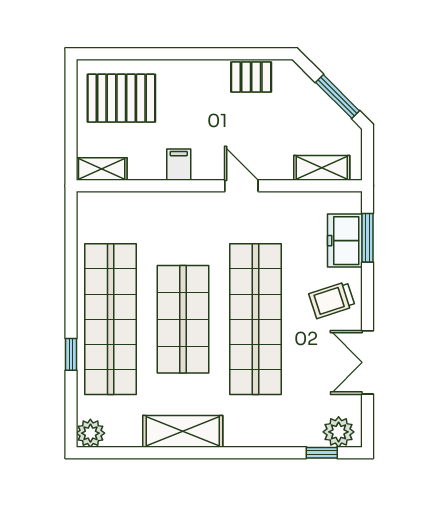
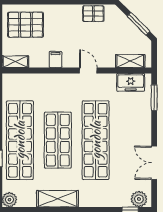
freezer: (345, 241) -> (131, 82), moved, turned -90
trolley: (332, 300) -> (136, 130), removed

